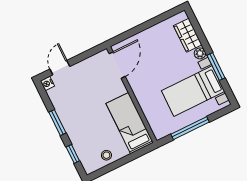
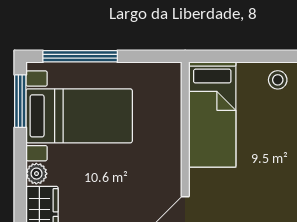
window: (216, 67) -> (20, 101), moved
window: (190, 128) -> (80, 56), moved

